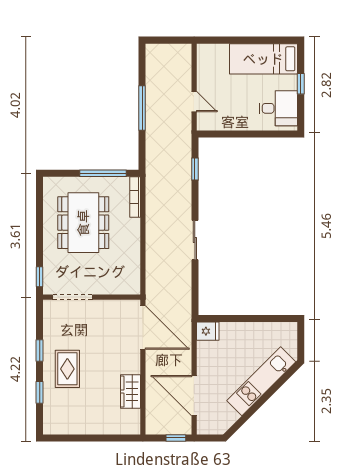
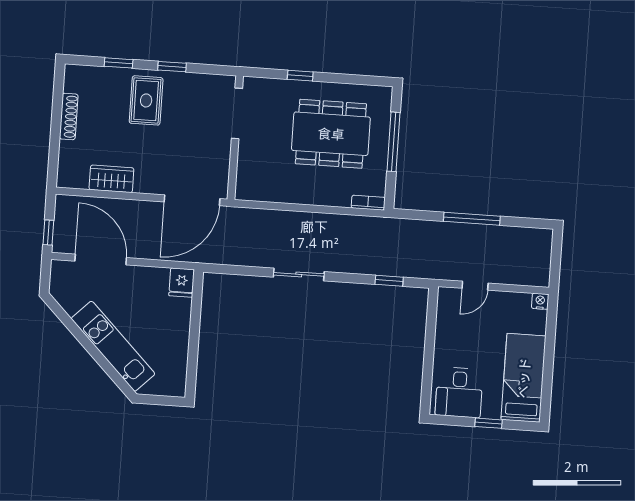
nightstand: (203, 50) -> (540, 301), added
window: (103, 173) -> (393, 142), moved
bookcase: (135, 197) -> (368, 203), width x0.64
window: (40, 277) -> (300, 76), moved
rug: (67, 369) -> (146, 100), turned 90
door: (194, 396) -> (101, 259), hinge flipped
shoe rack: (84, 428) -> (69, 117), added

